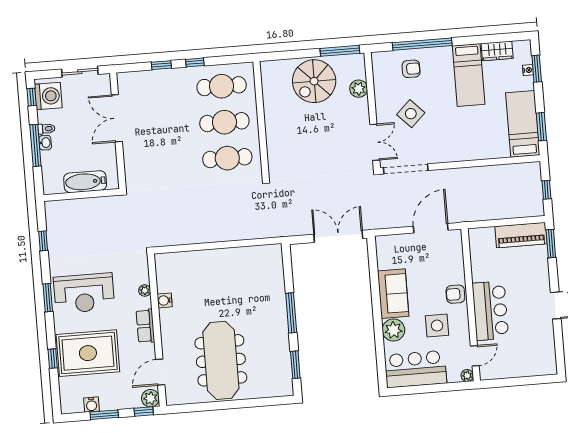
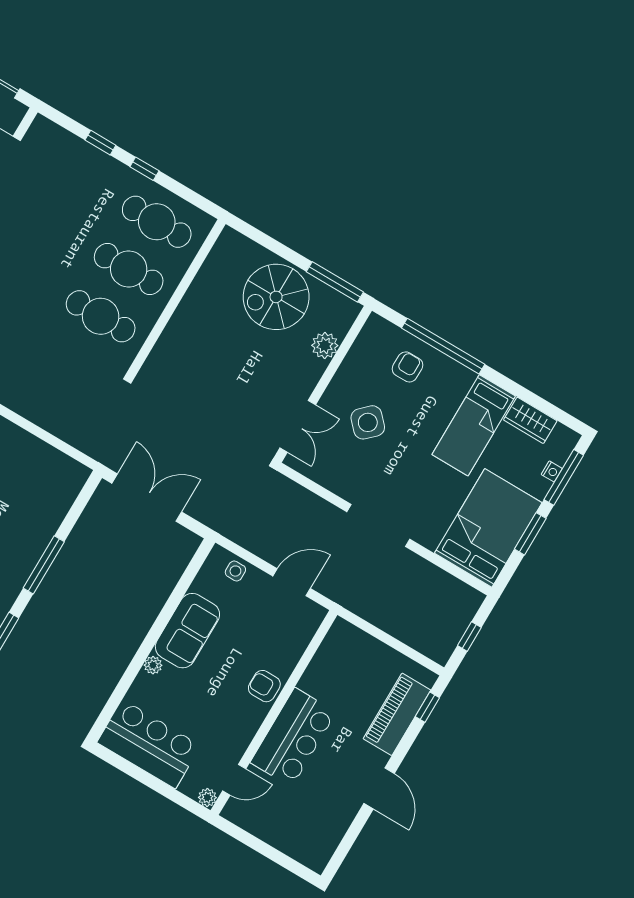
armchair: (411, 69) -> (408, 367), turned -90
window: (537, 69) -> (564, 477), width x1.44
bed: (523, 124) -> (488, 528), width x1.50
window: (541, 127) -> (530, 534), moved
doorway: (406, 169) -> (378, 525), moved
door: (431, 228) -> (292, 582), width x0.73
piano: (521, 235) -> (397, 714), moved, turned 90
double door: (338, 236) -> (147, 498), moved
window: (551, 244) -> (427, 707), width x0.67
side table: (437, 326) -> (235, 571), moved, width x0.54, depth x0.54
plant: (393, 330) -> (153, 665), width x0.53, depth x0.53

